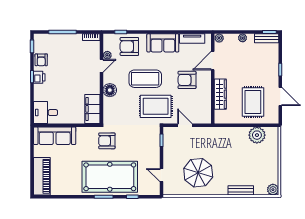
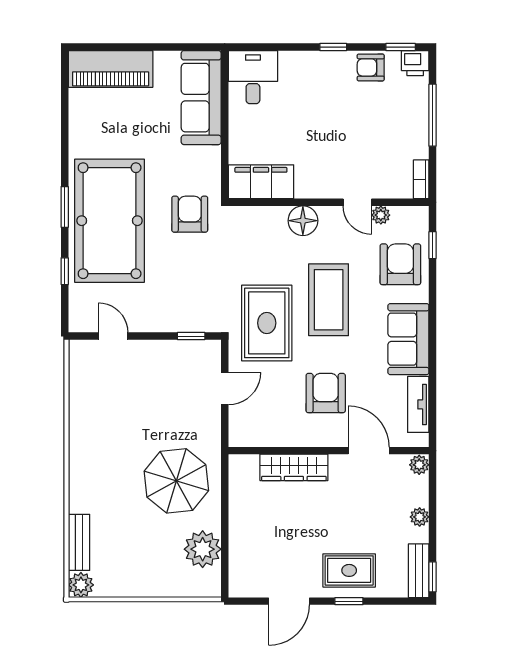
printer: (39, 77) -> (415, 63), moved
rug: (253, 102) -> (349, 570), moved, width x0.73, depth x0.70
parasol: (198, 173) -> (176, 481), moved
door: (161, 175) -> (113, 336), hinge flipped
bench: (241, 190) -> (79, 542), moved

